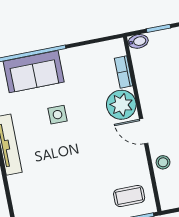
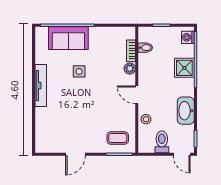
bidet: (138, 41) -> (145, 48), moved
plant: (121, 105) -> (130, 69), width x0.53, depth x0.53

